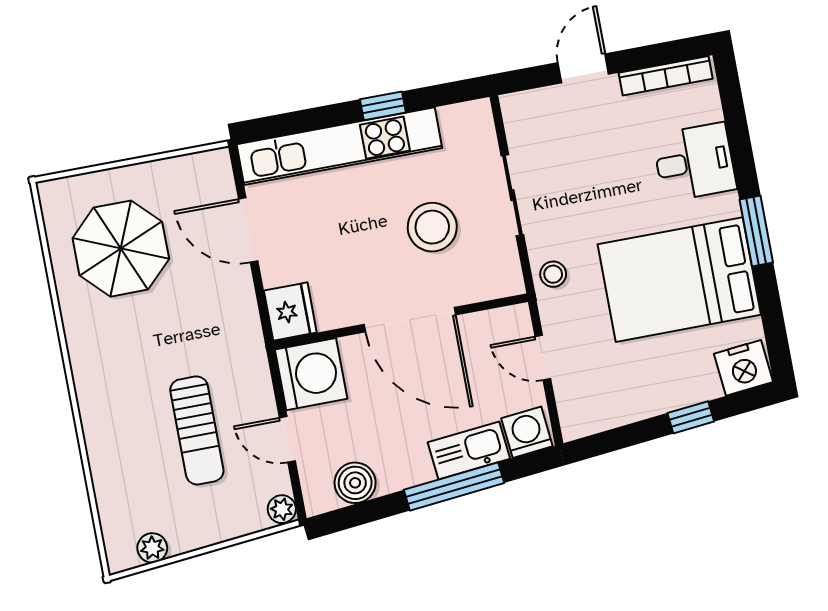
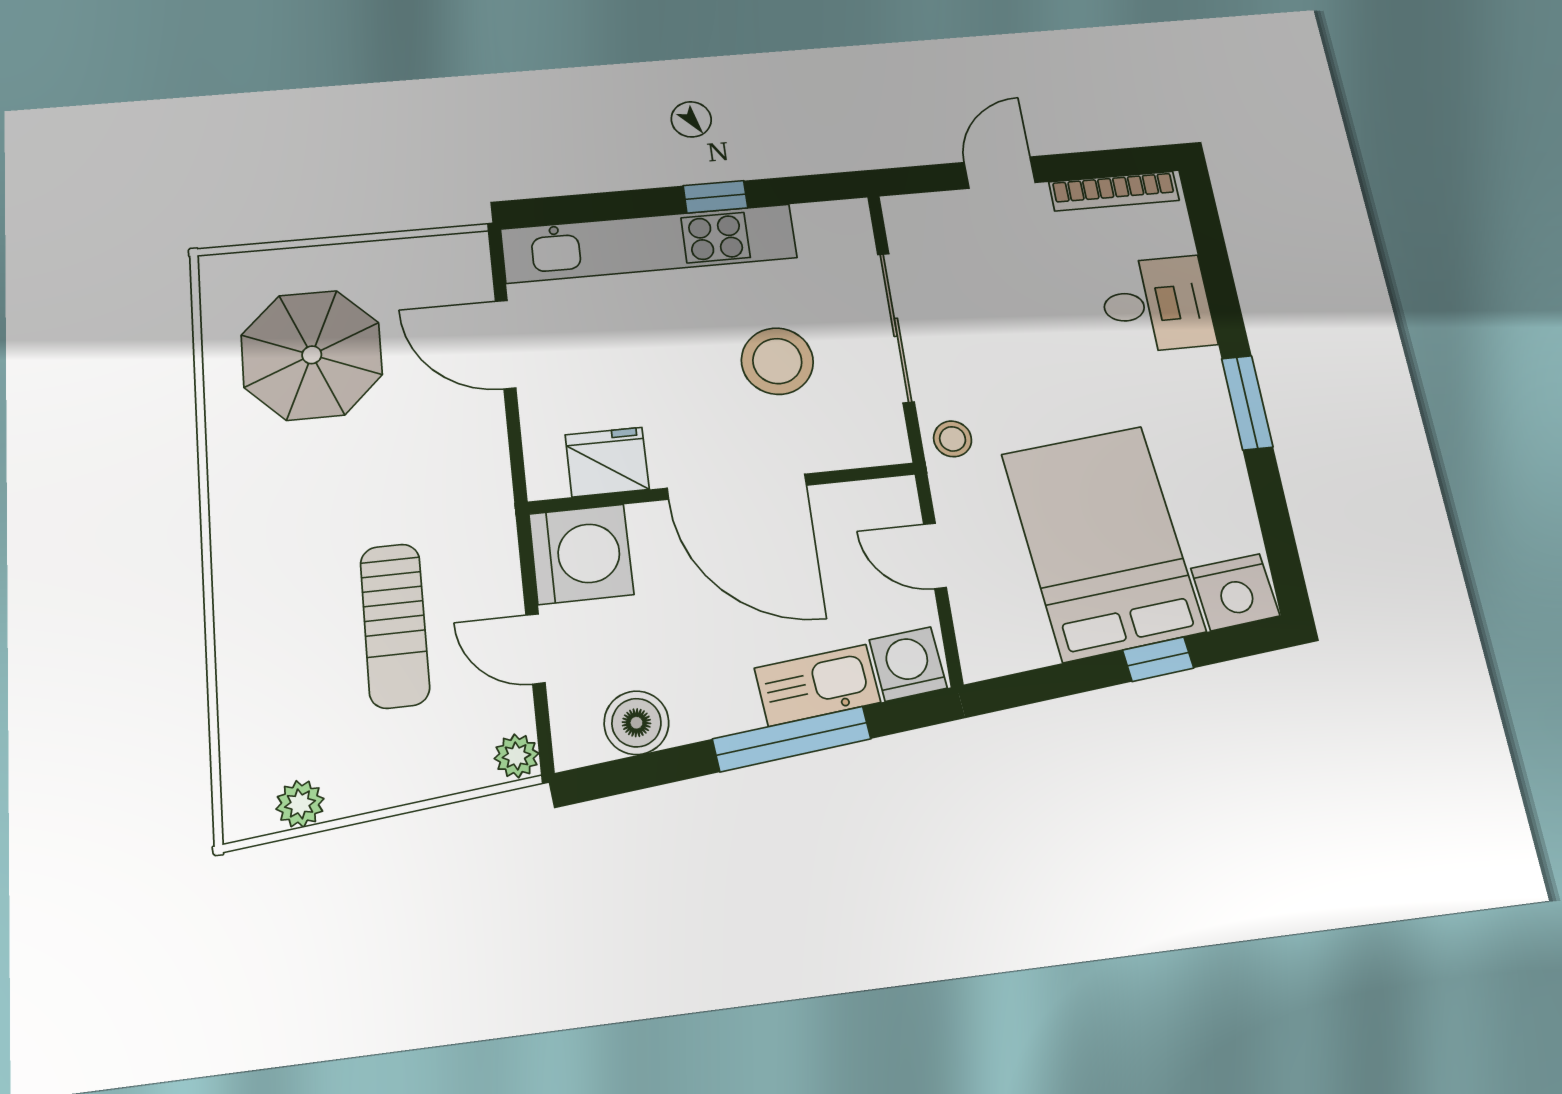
sliding door: (512, 195) -> (896, 327), width x1.37
bed: (679, 280) -> (1103, 542), moved, turned 84
fridge: (290, 312) -> (607, 462), moved, turned -90

